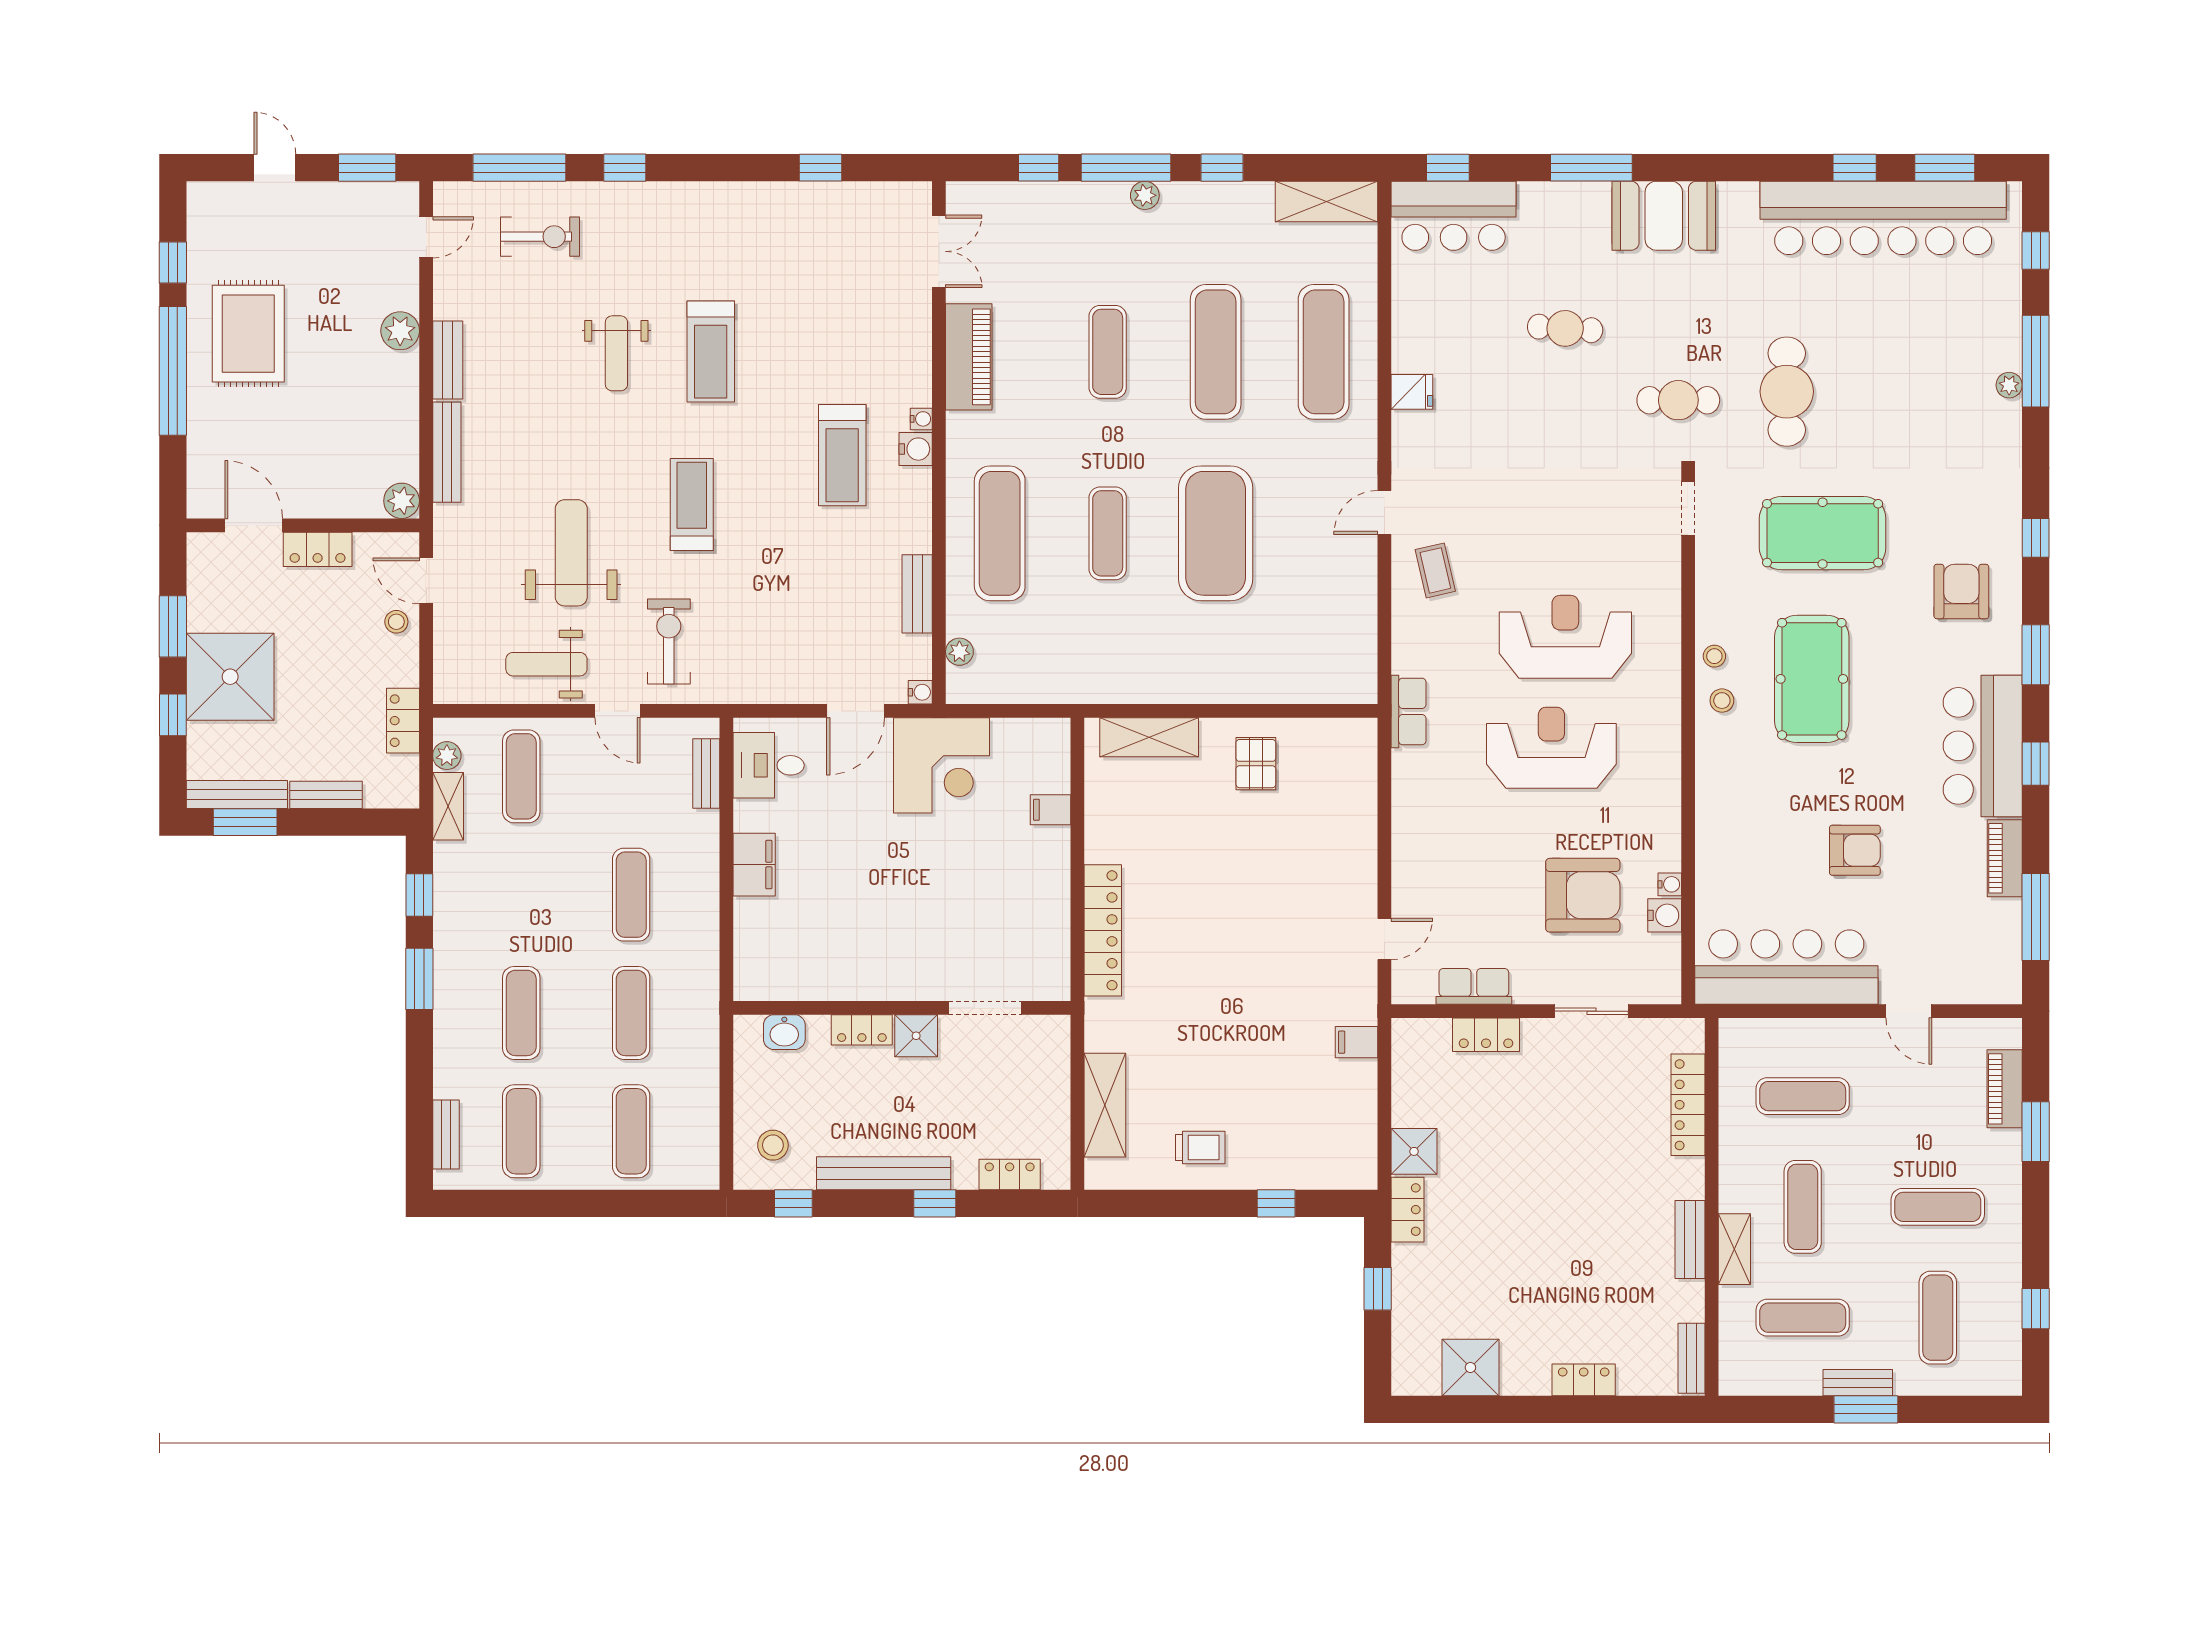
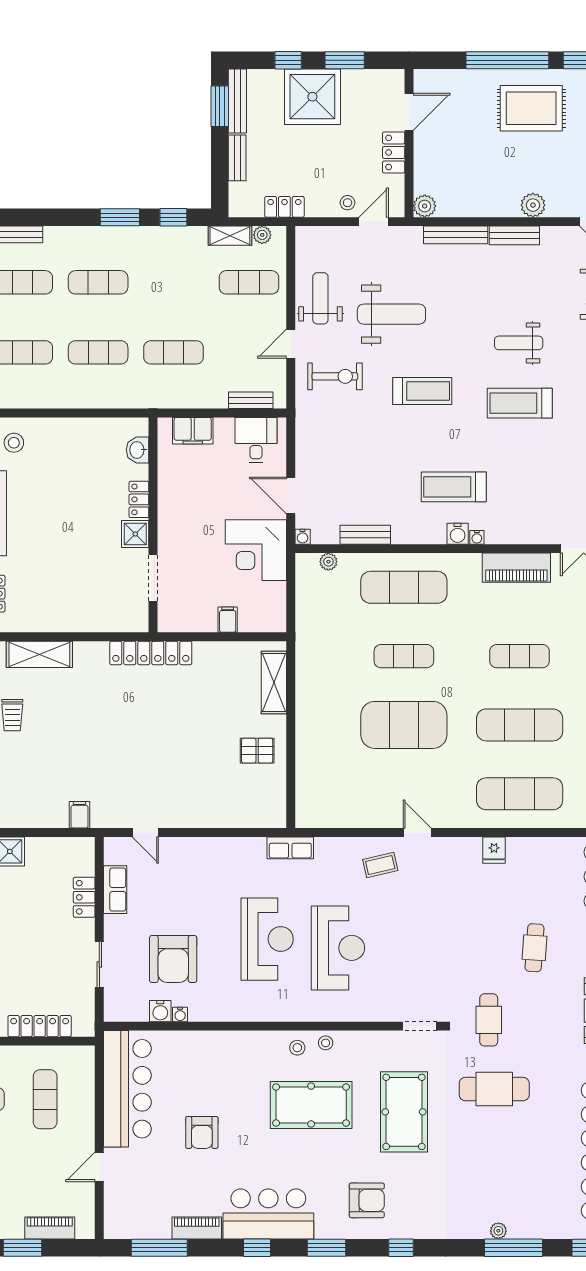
wall: (902, 1008) -> (153, 525), moved
doorway: (985, 1008) -> (153, 578), moved
locker: (862, 1030) -> (139, 499), moved
washbasin: (784, 1032) -> (138, 450), moved
shower: (916, 1036) -> (135, 534), moved

